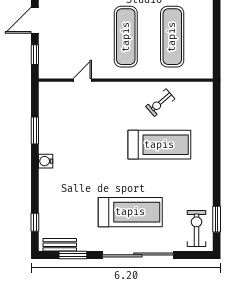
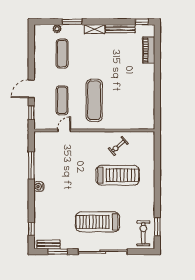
exercise mat: (172, 37) -> (62, 100), moved, width x0.73, depth x0.69
window: (35, 131) -> (31, 165), width x1.44
treadmill: (130, 212) -> (97, 222), turned 180

